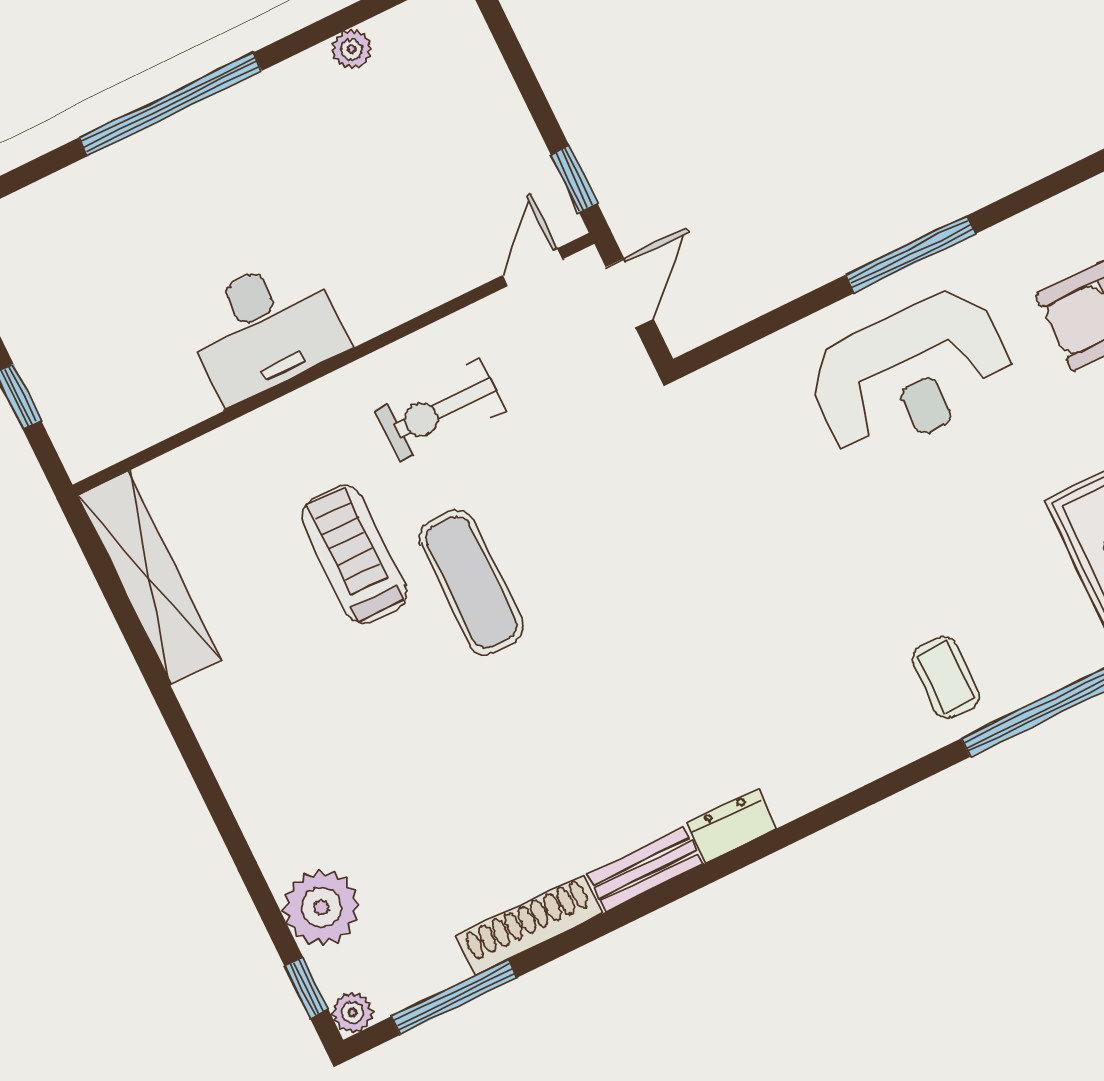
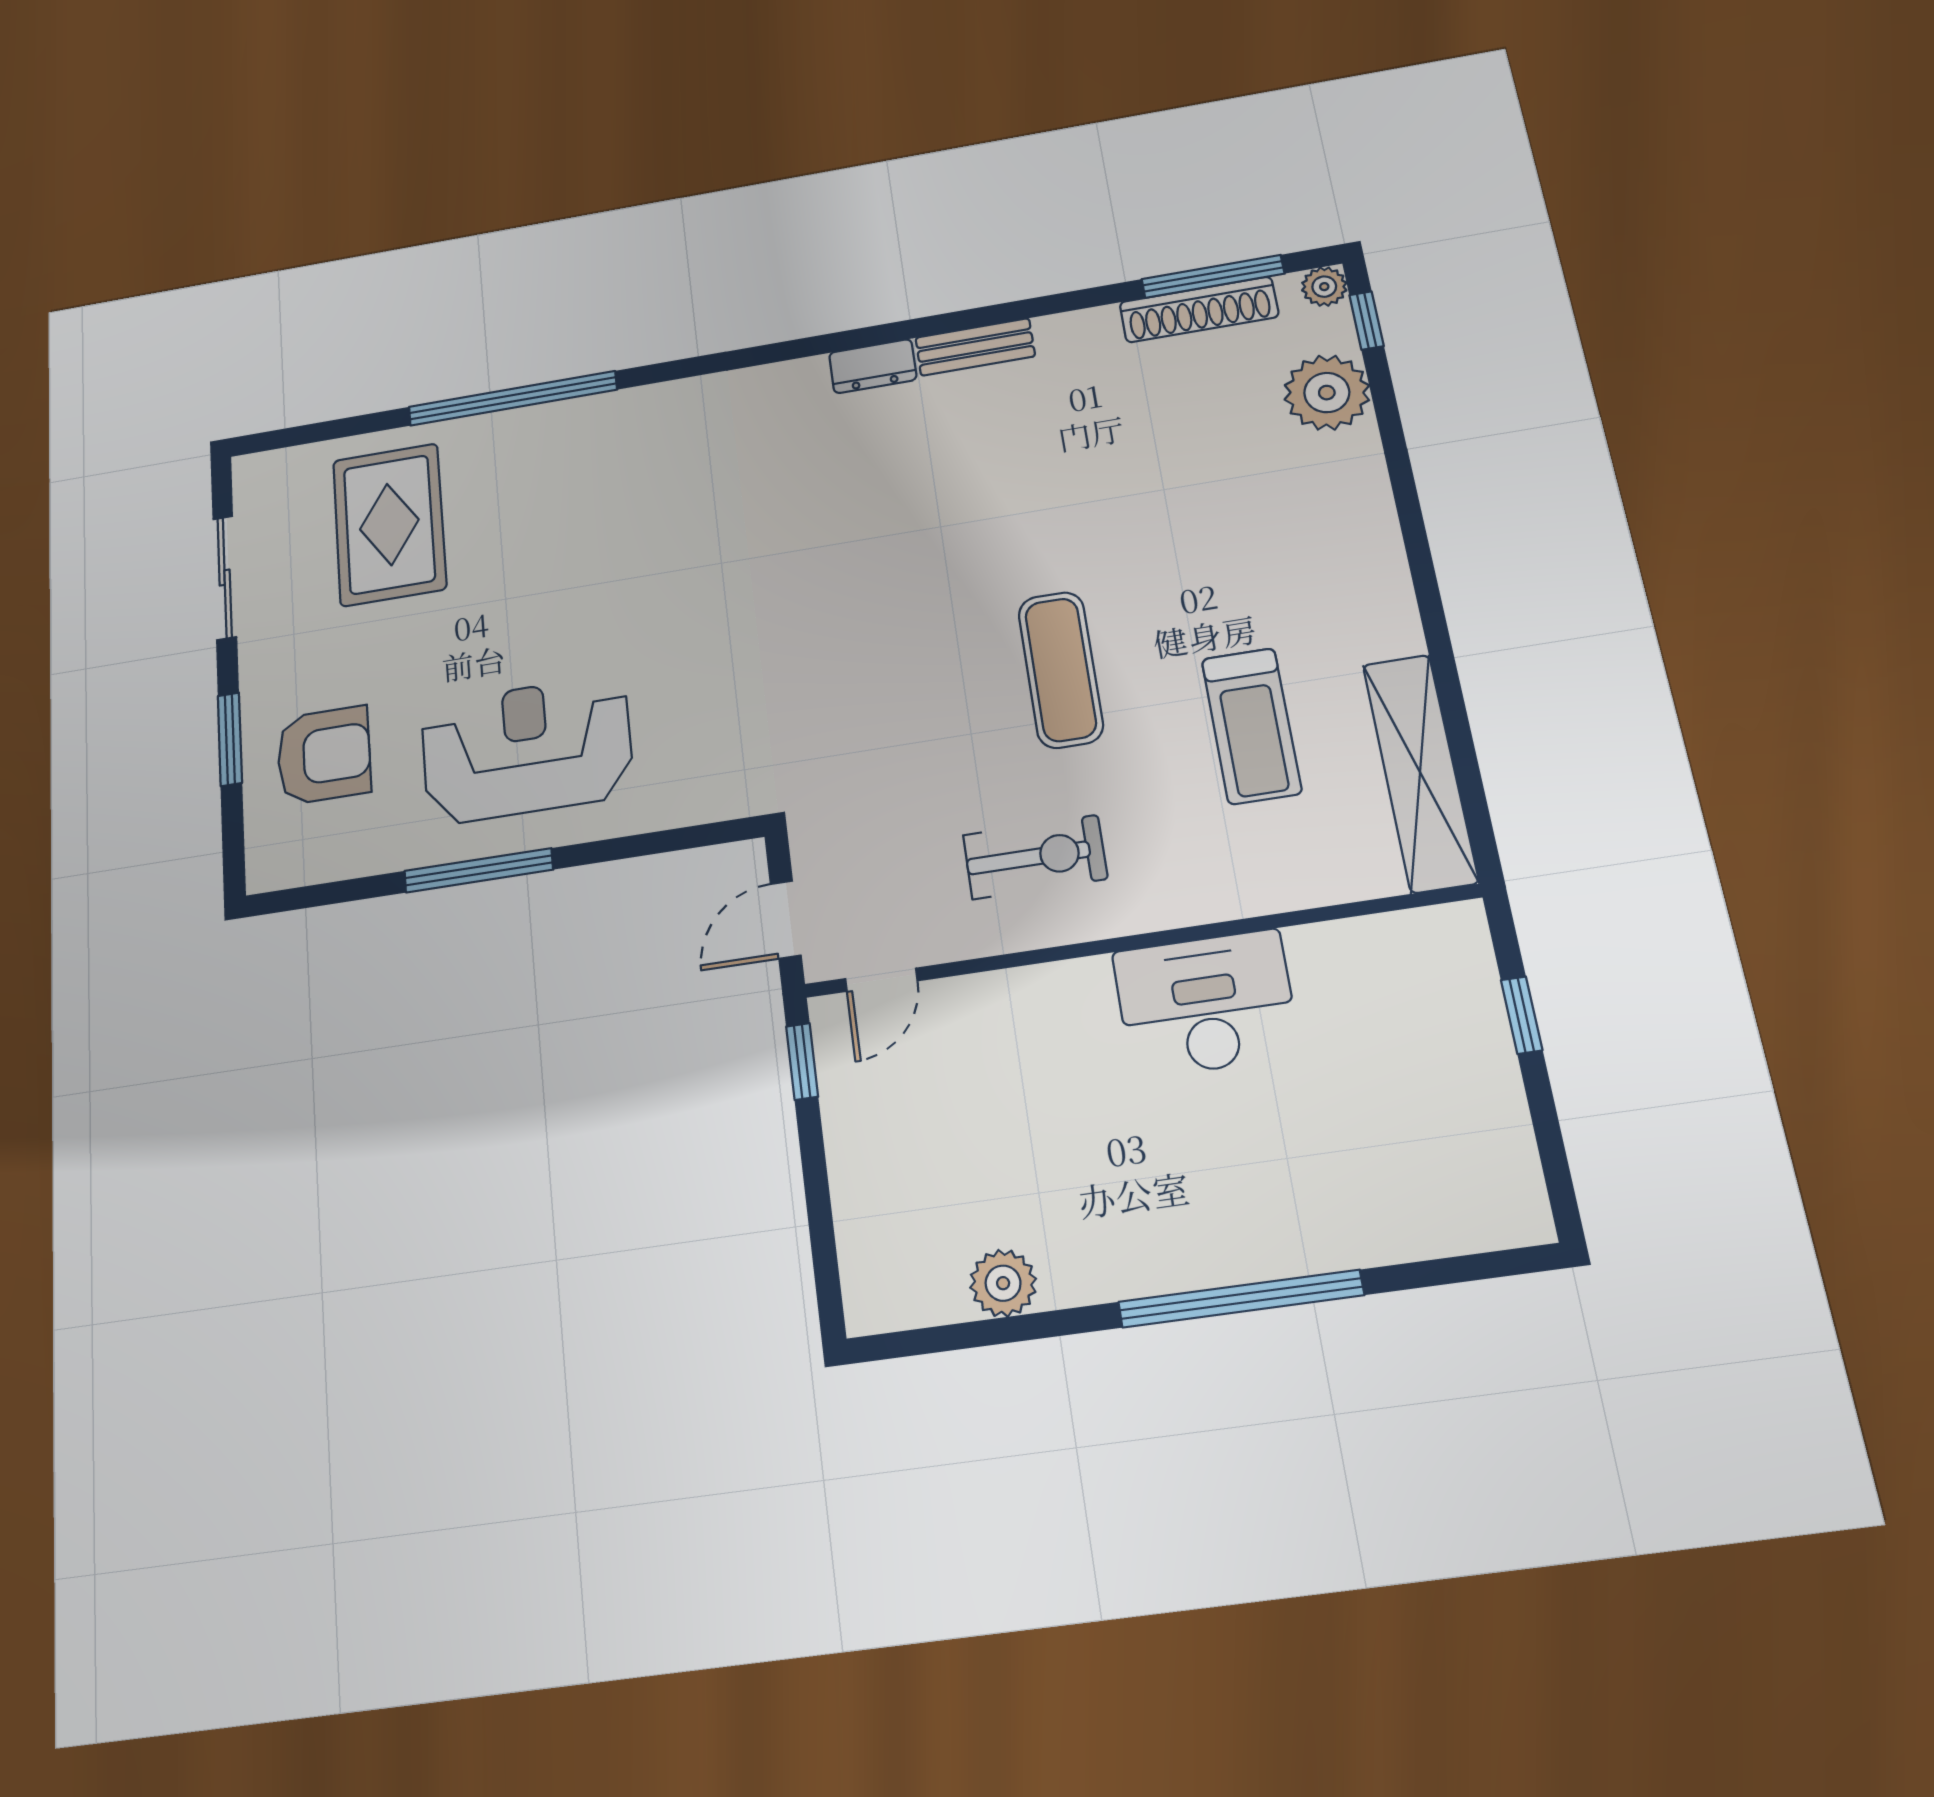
plant: (352, 49) -> (1003, 1283), width x1.38, depth x1.38
treadmill: (354, 555) -> (1251, 726), moved
coffee table: (946, 678) -> (609, 449), removed
shoe rack: (529, 925) -> (1199, 310), moved

